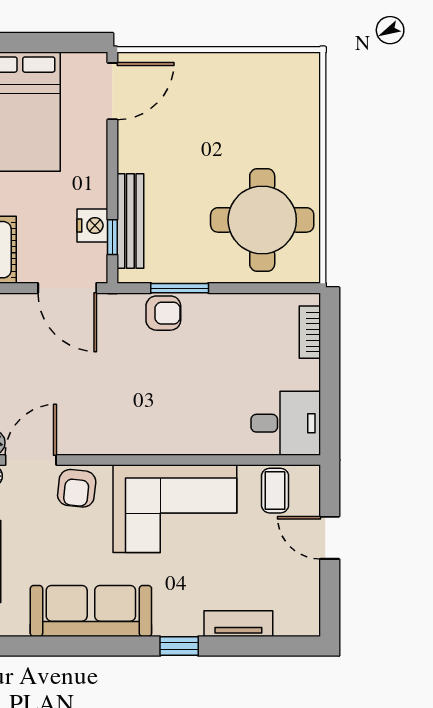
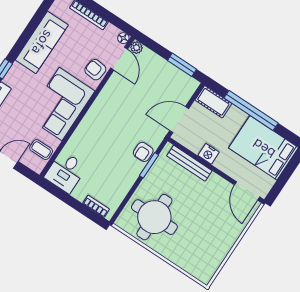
nightstand: (92, 225) -> (209, 154), moved
window: (112, 237) -> (188, 152), removed

